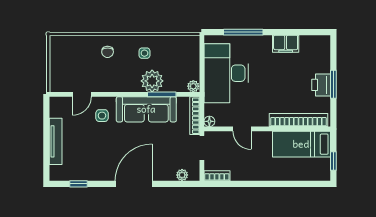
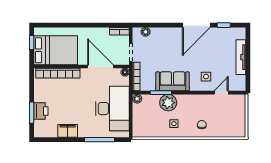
window: (333, 84) -> (32, 113), moved
printer: (321, 85) -> (41, 111), moved
sofa: (146, 109) -> (173, 81), width x0.73
door: (242, 129) -> (100, 67), width x1.87
bed: (301, 144) -> (56, 50), width x1.50
door: (134, 184) -> (196, 25), moved

